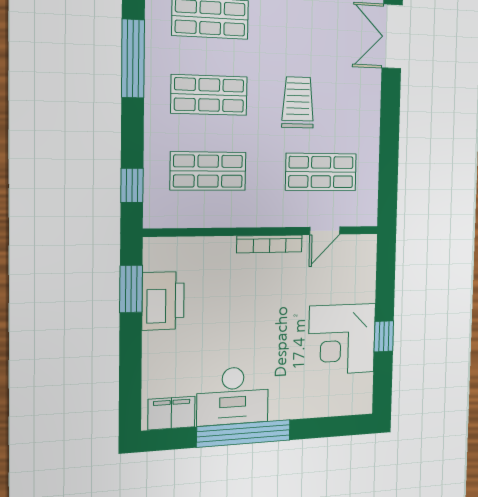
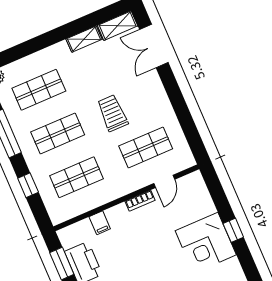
window: (132, 185) -> (28, 185), moved
bookcase: (269, 244) -> (140, 201), width x0.64
filing cabinet: (212, 252) -> (100, 223), added

